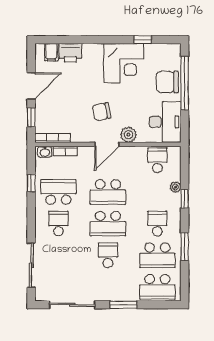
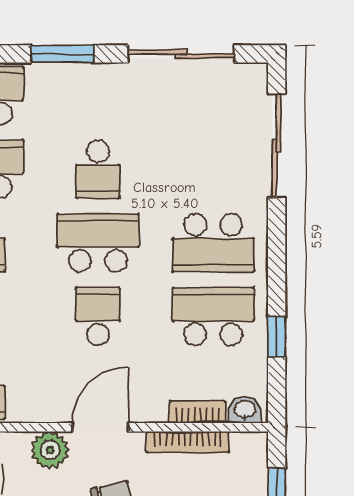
bookcase: (53, 138) -> (188, 442), moved
school desk: (58, 192) -> (213, 316), turned 180
school desk: (108, 192) -> (98, 316), width x0.54
school desk: (58, 224) -> (213, 243), width x1.85

